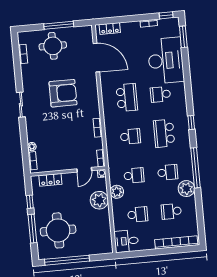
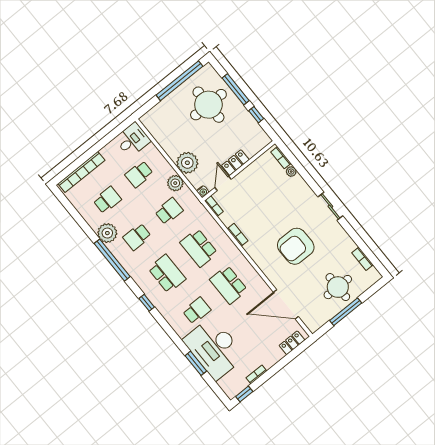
window: (183, 37) -> (196, 363), moved
school desk: (130, 136) -> (199, 248), width x1.85
school desk: (134, 175) -> (169, 211), turned 180
locker: (50, 180) -> (235, 163), moved

